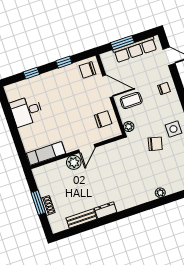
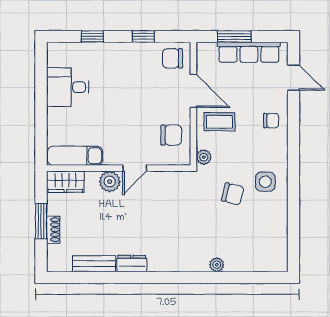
wardrobe: (45, 172) -> (65, 182), added

